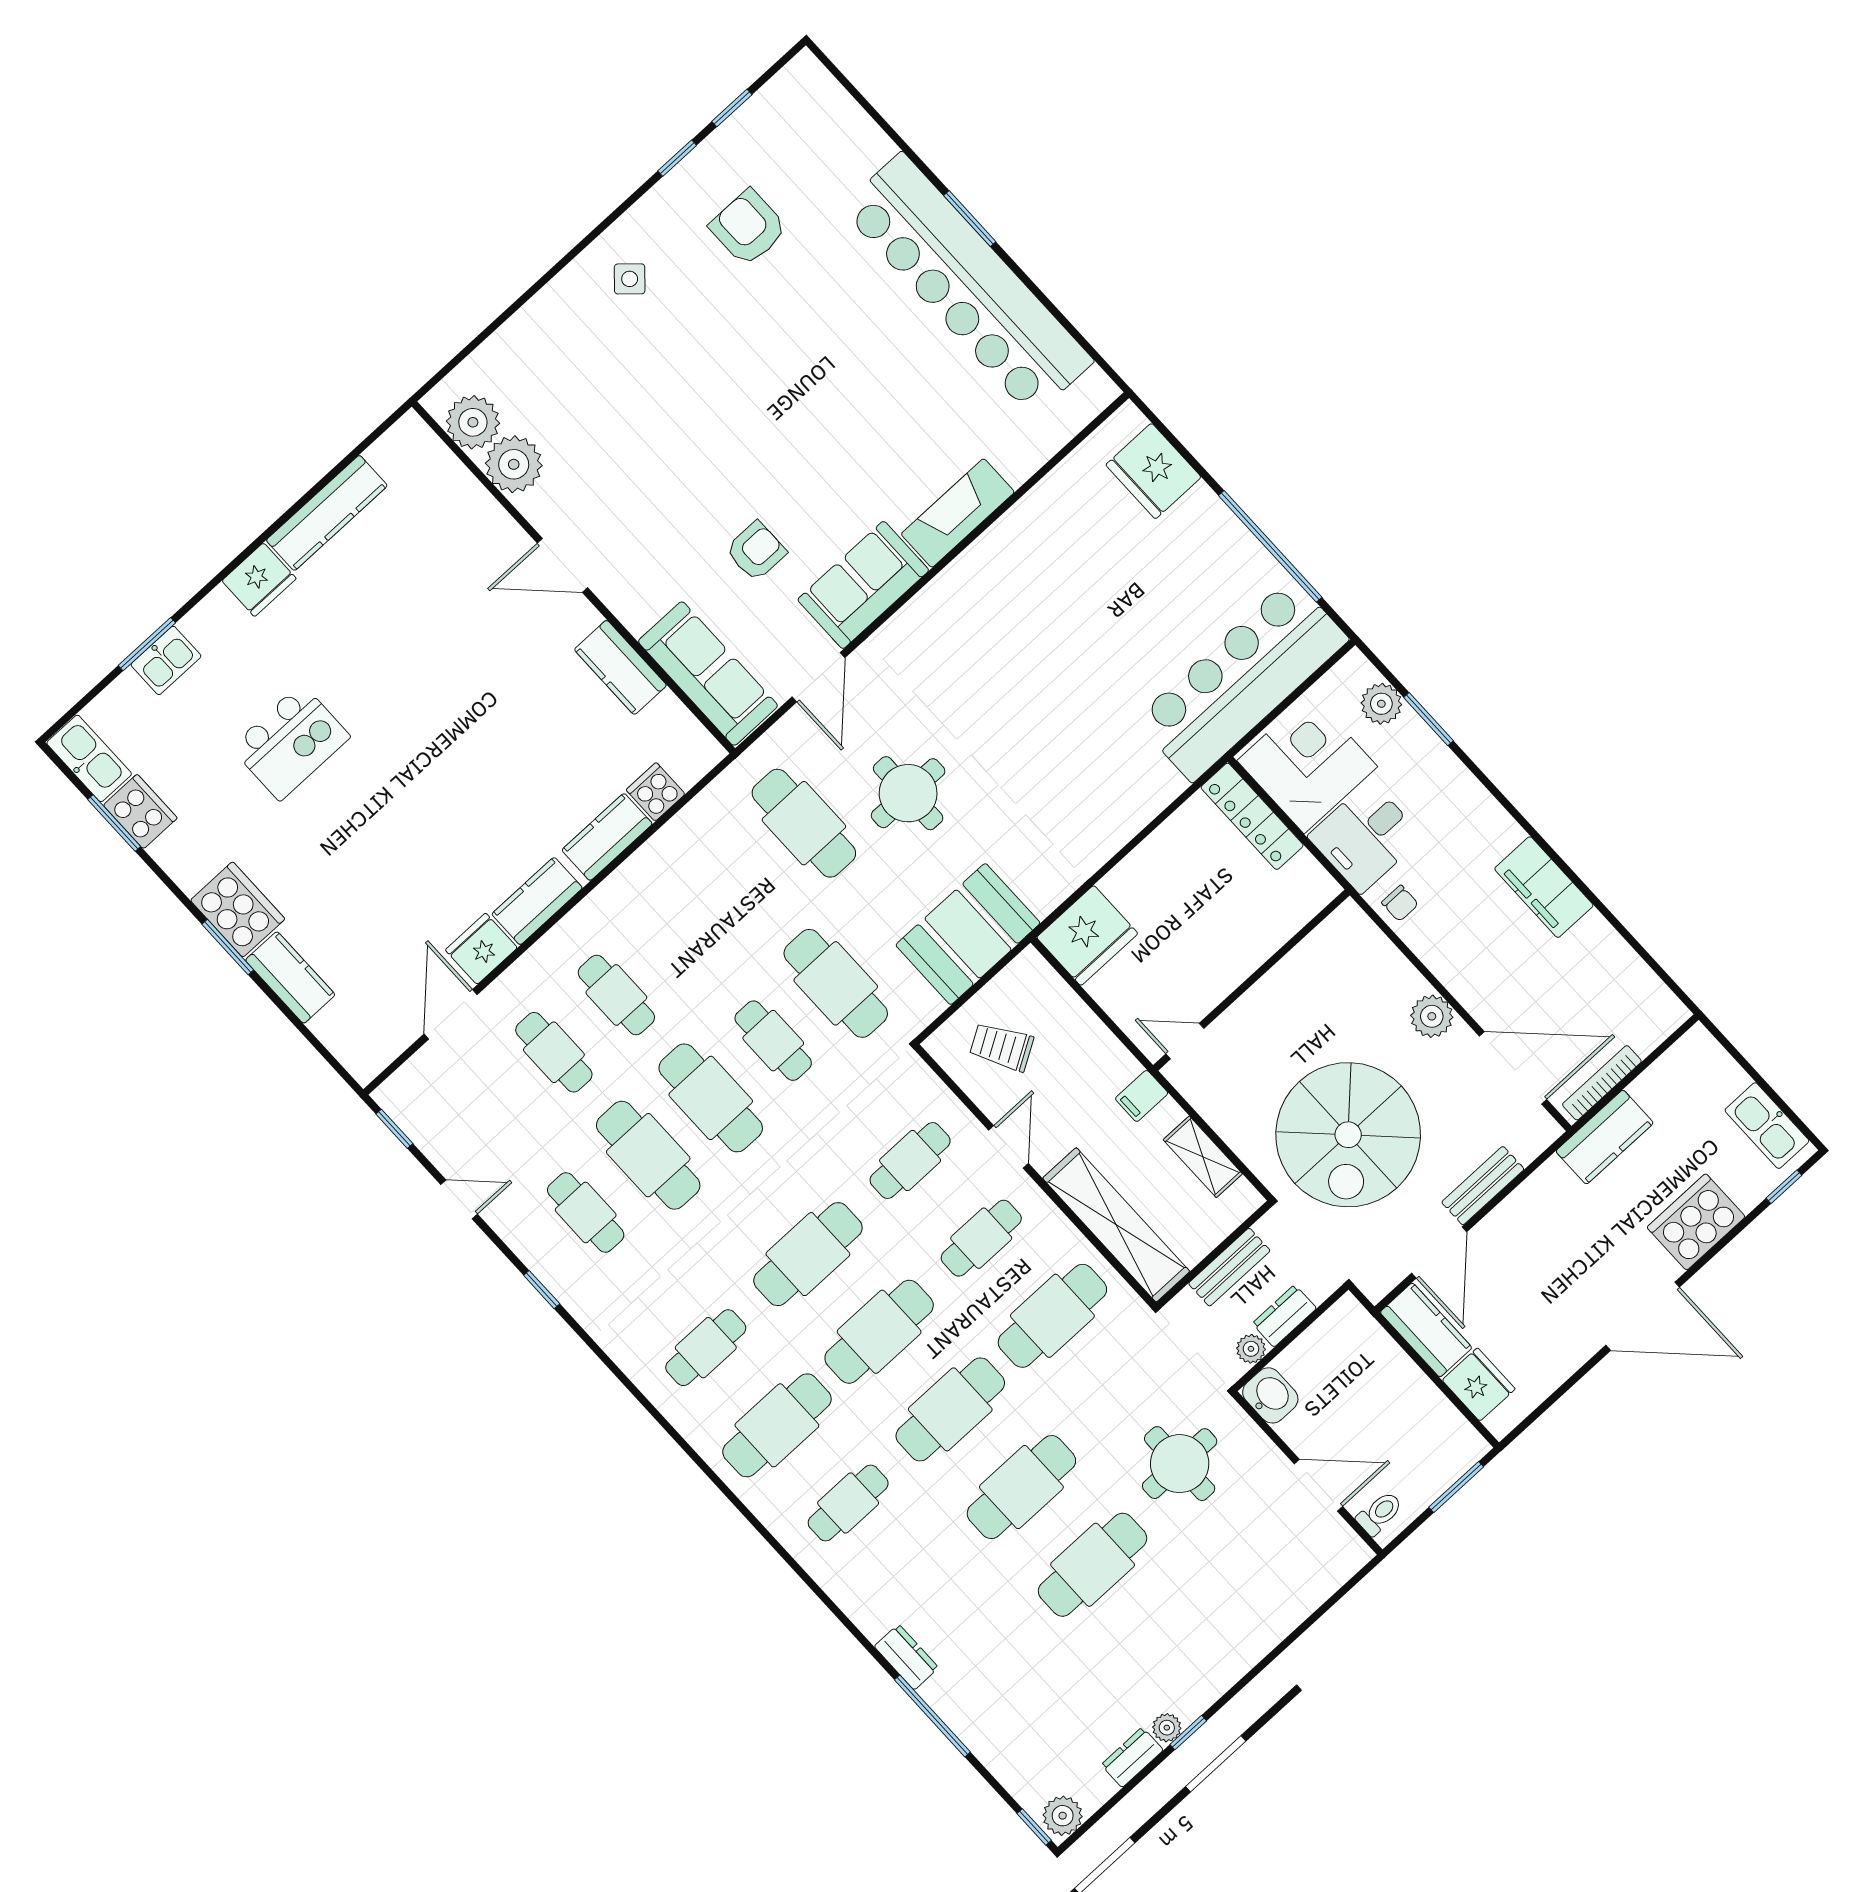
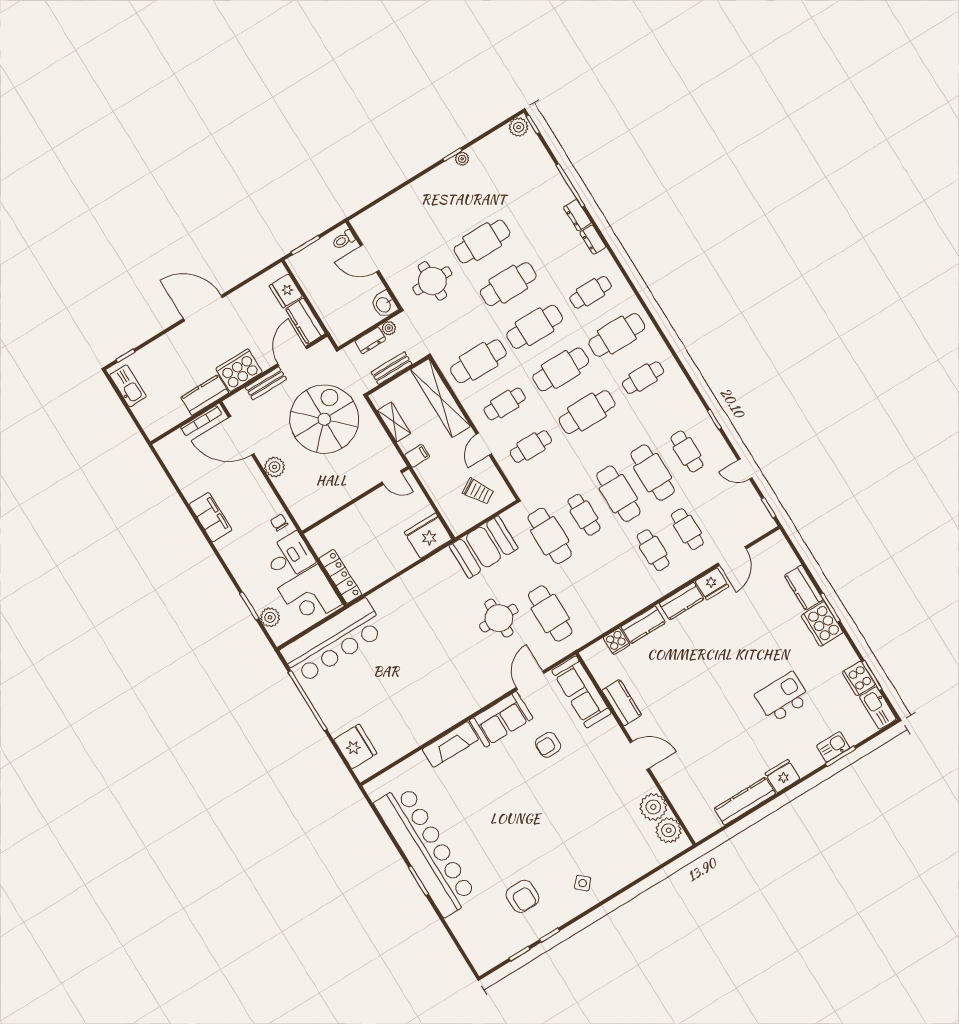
cooker: (1696, 1222) -> (239, 370), moved, turned 180
dresser: (1132, 1757) -> (593, 240), moved, turned 90

